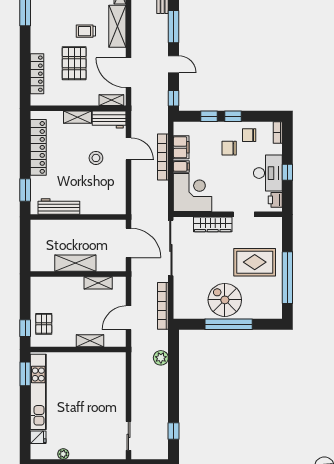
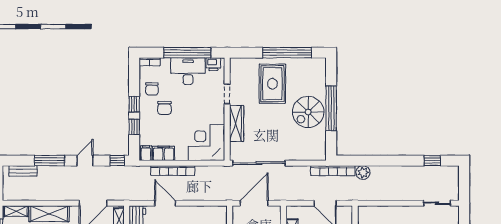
door: (128, 149) -> (165, 203), hinge flipped
filing cabinet: (181, 166) -> (146, 153), moved
window: (287, 172) -> (187, 53), width x3.17
bookcase: (163, 306) -> (333, 171), moved

